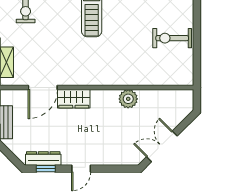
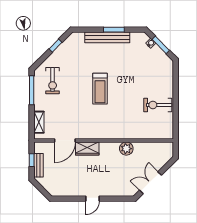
dresser: (43, 159) -> (65, 191), removed
window: (46, 169) -> (67, 199), removed

